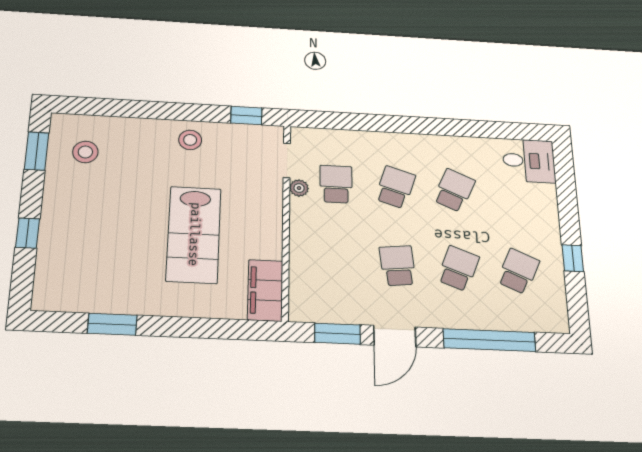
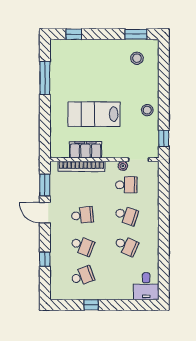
window: (28, 233) -> (74, 34), moved
bookcase: (299, 263) -> (81, 166), added
school desk: (518, 271) -> (82, 276), turned -45
filing cabinet: (265, 290) -> (85, 150), moved
window: (112, 324) -> (45, 78), width x1.44
window: (489, 340) -> (45, 259), width x0.32

